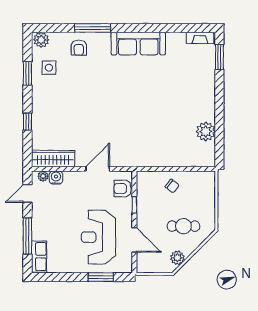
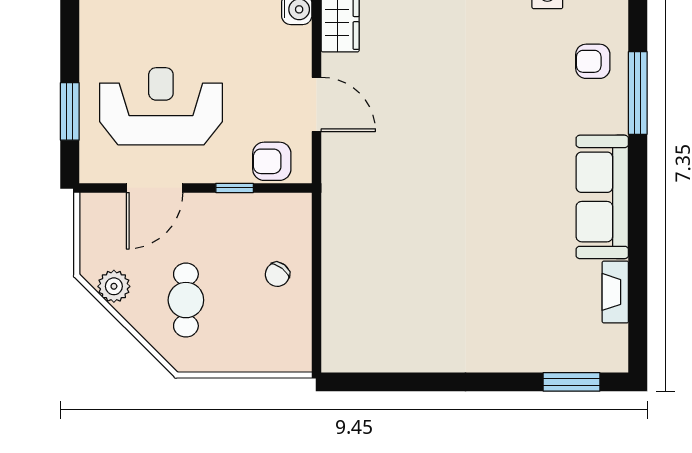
fireplace: (200, 38) -> (615, 292), moved
plant: (206, 132) -> (402, 351), removed
armchair: (123, 188) -> (272, 161), turned -90

